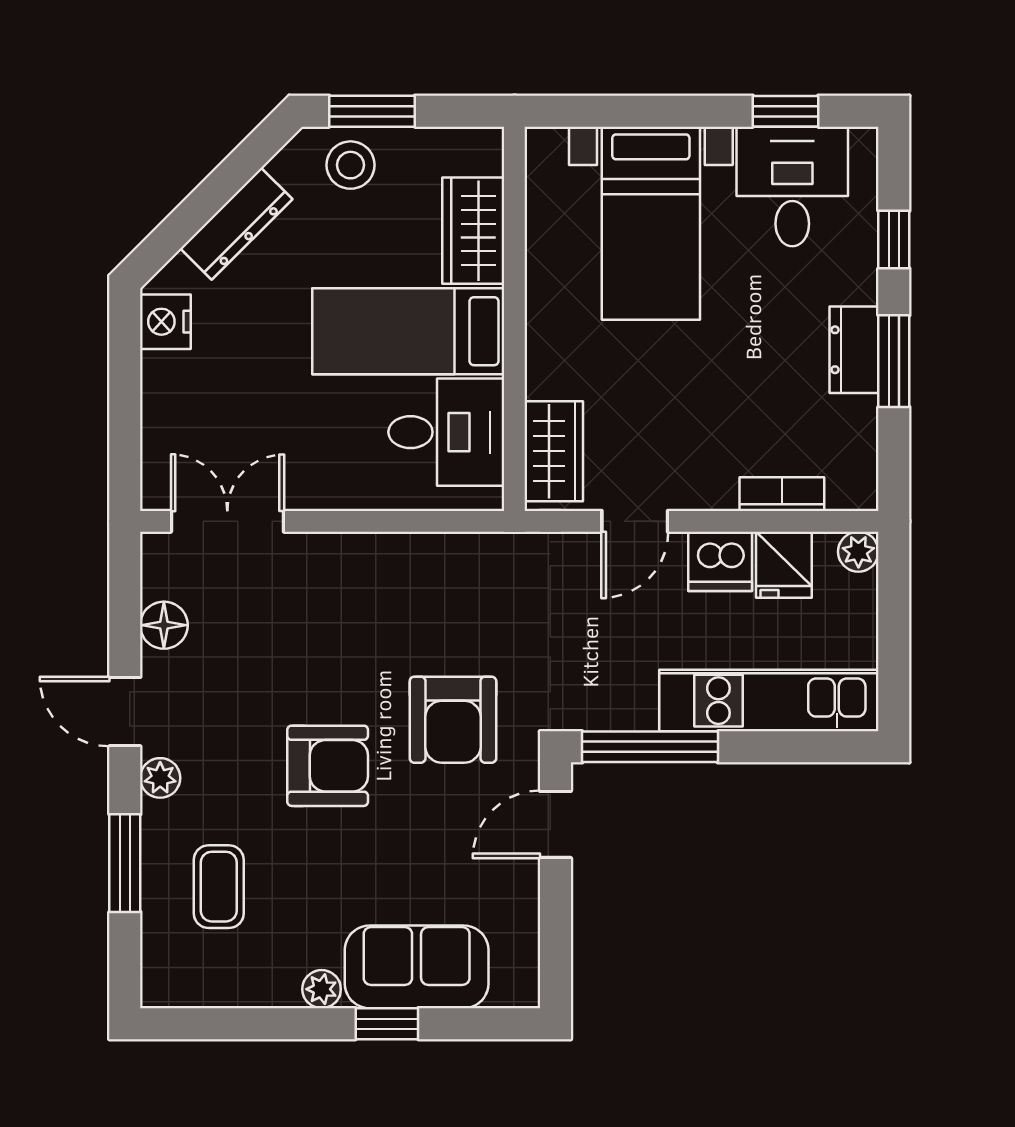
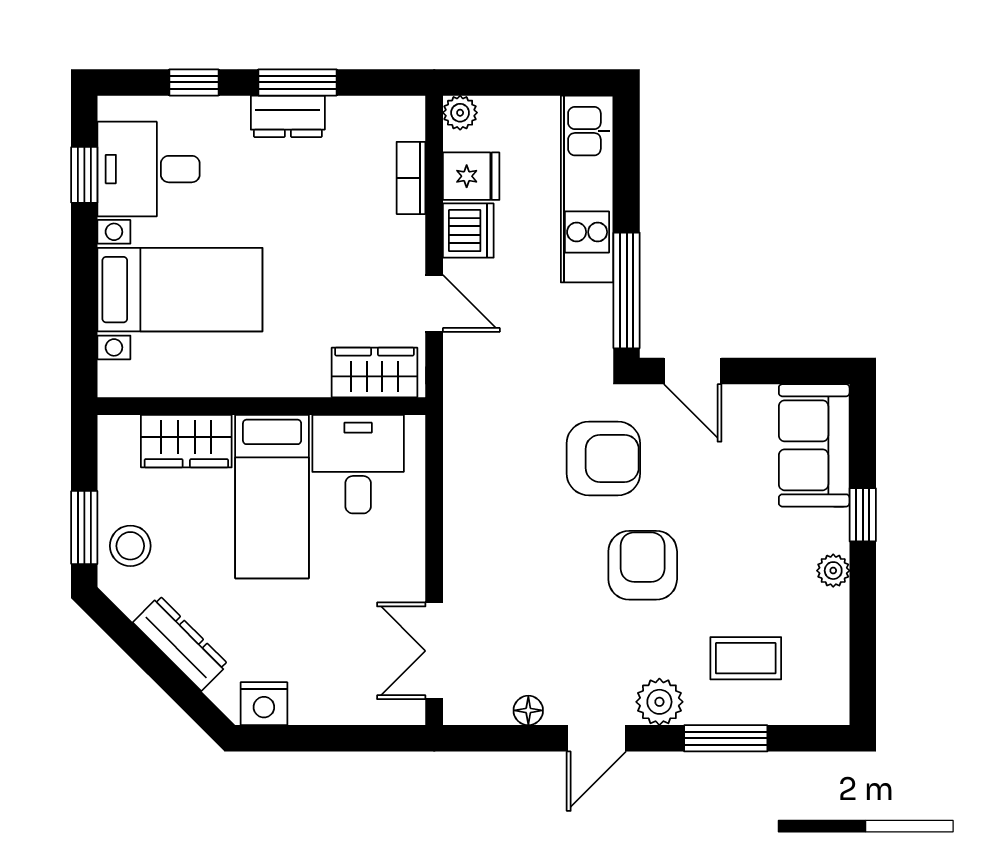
floor lamp: (164, 625) -> (528, 710), width x0.73, depth x0.73
plant: (160, 778) -> (659, 702), width x1.38, depth x1.38
sofa: (417, 967) -> (814, 445), moved

